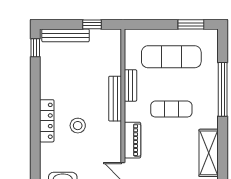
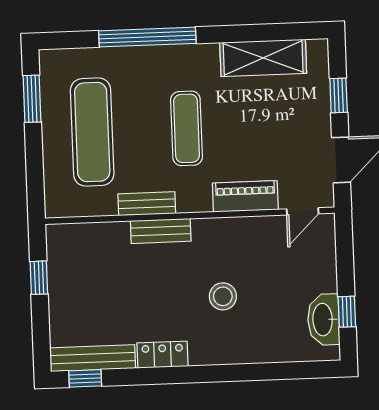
bench: (65, 35) -> (93, 358), moved, turned 90
bench: (115, 99) -> (161, 231), width x0.73
locker: (47, 121) -> (162, 355), moved, width x0.66

